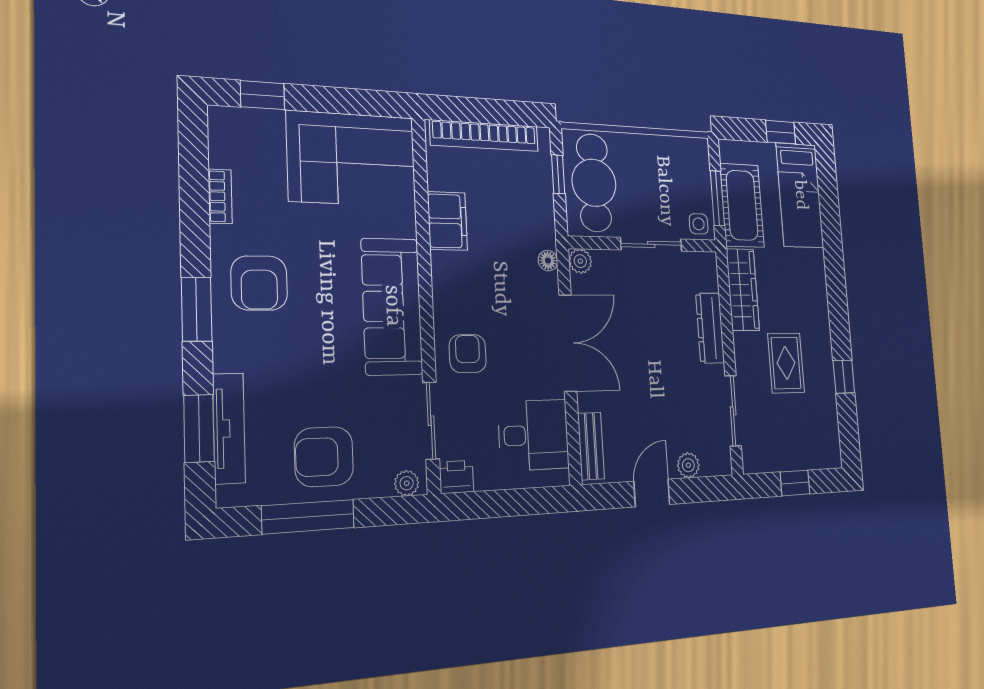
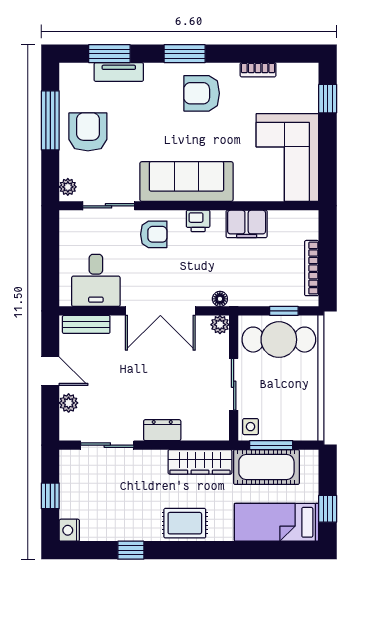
bookcase: (485, 136) -> (312, 268), width x0.68, depth x0.76
dresser: (710, 328) -> (162, 430), width x0.70
rug: (786, 363) -> (185, 523), moved
tv unit: (229, 428) -> (119, 72), width x0.71
nightstand: (830, 456) -> (69, 530), added
printer: (456, 477) -> (198, 221), moved, turned 90

